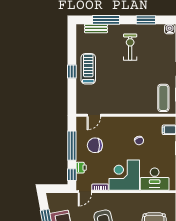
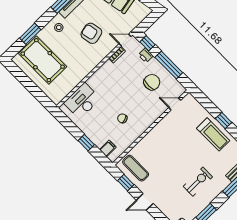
exercise bike: (130, 47) -> (198, 182), turned -90
door: (94, 115) -> (175, 104), hinge flipped
corner desk: (124, 175) -> (108, 81), removed
door: (85, 192) -> (125, 40), hinge flipped

